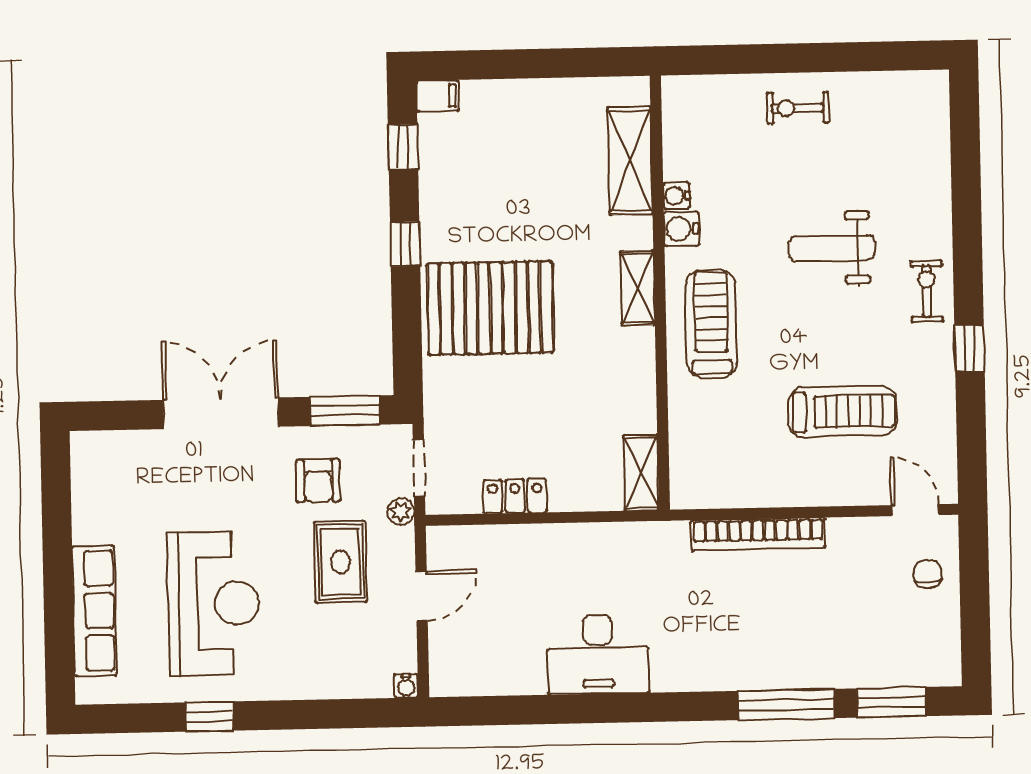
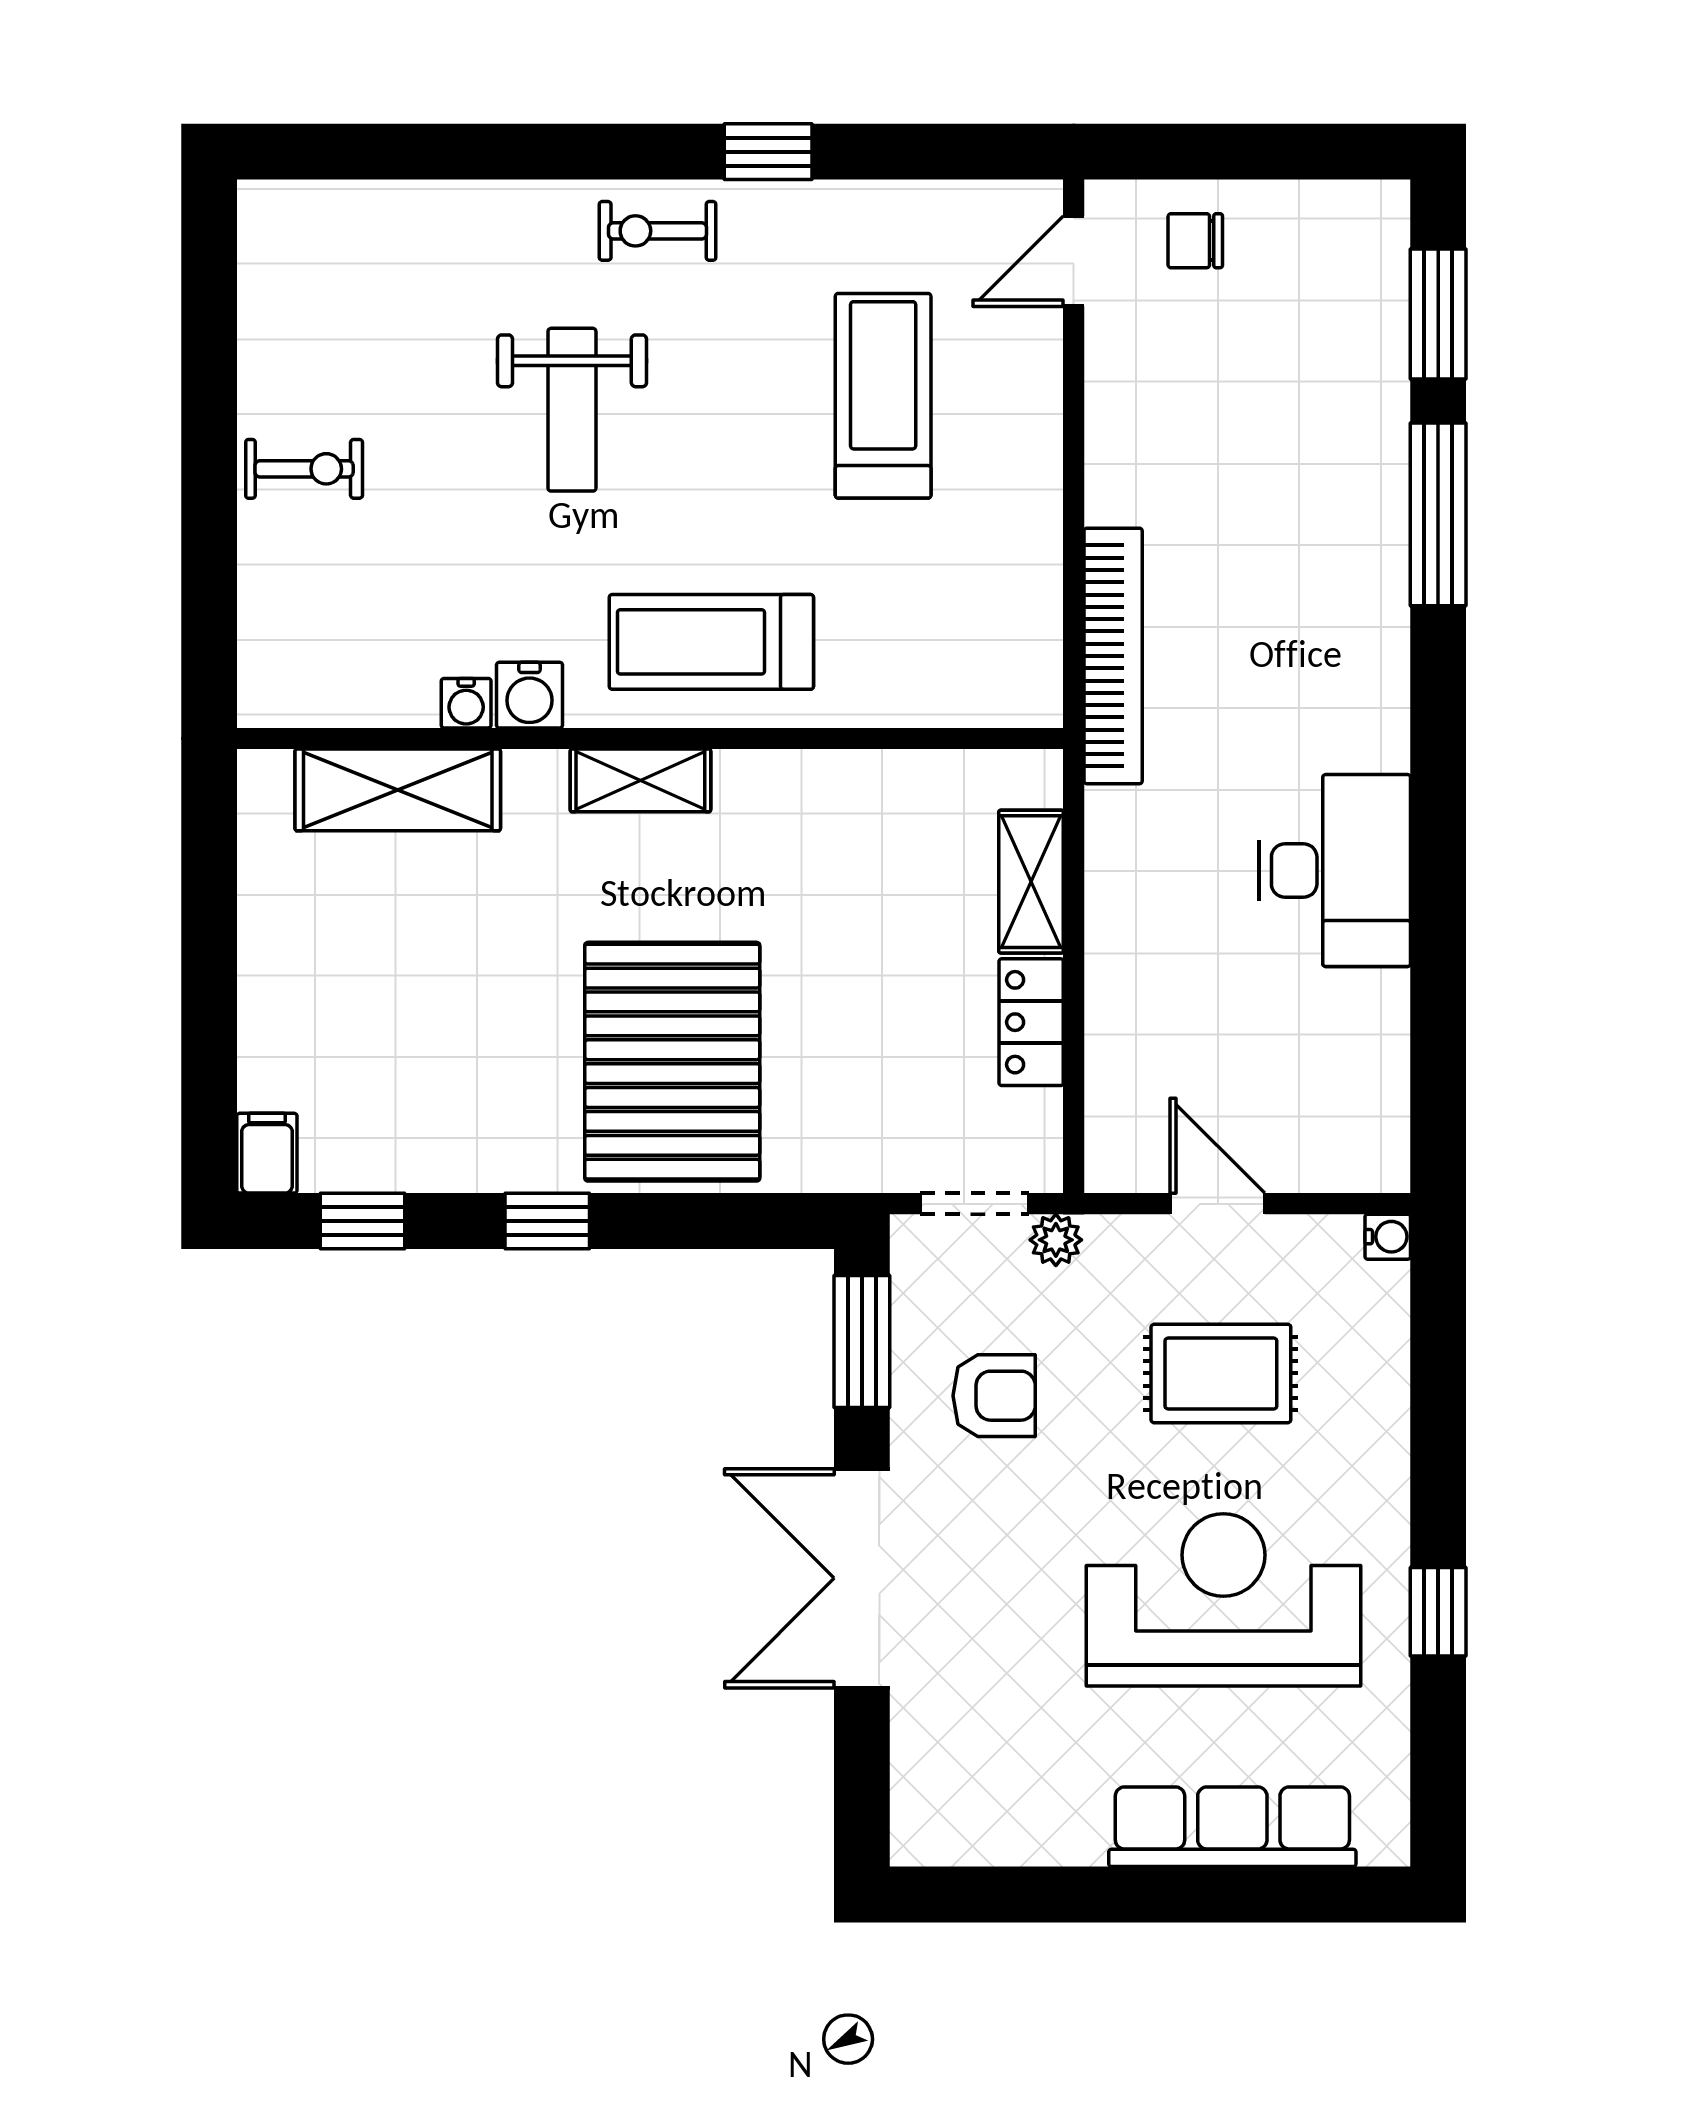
exercise bike: (798, 108) -> (304, 469), turned -90
shelving: (641, 473) -> (1031, 882), moved, turned 90
bookcase: (758, 534) -> (1113, 656), moved
rug: (340, 562) -> (1221, 1373), moved

